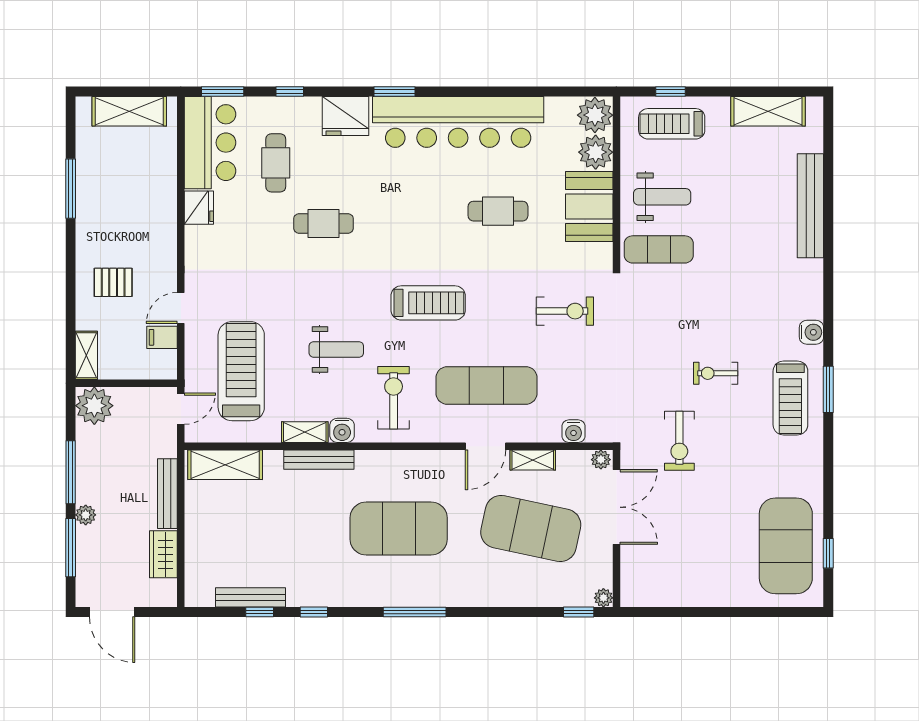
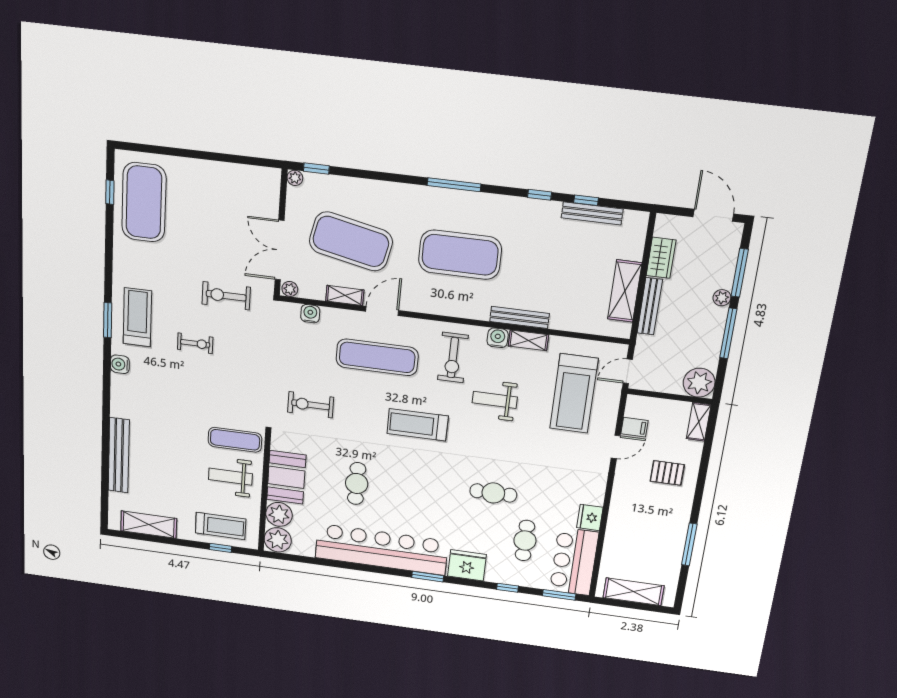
cafe table: (498, 211) -> (357, 483), turned 90
exercise bike: (679, 441) -> (226, 296), turned -90
shelving: (225, 465) -> (625, 291), moved, turned 90

